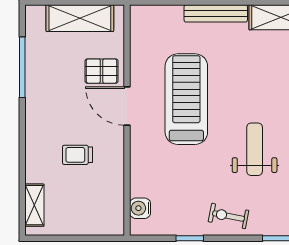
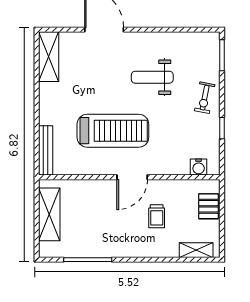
bench: (216, 13) -> (46, 150), moved
pallet: (102, 71) -> (208, 206), moved
treadmill: (186, 99) -> (113, 131), turned 180
door: (127, 106) -> (132, 177), moved

